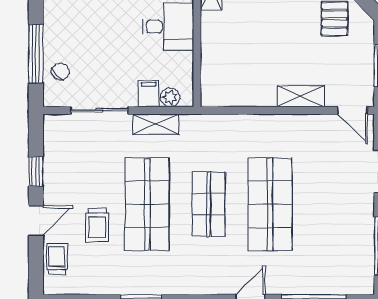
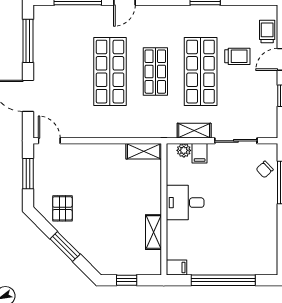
shelving: (301, 96) -> (144, 151), moved
trolley: (97, 225) -> (237, 56), turned 90
trolley: (57, 259) -> (267, 31), turned 180

